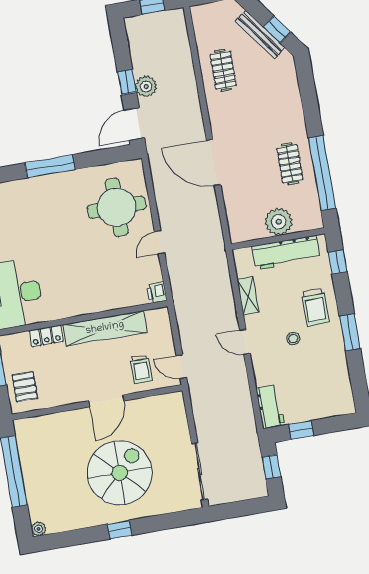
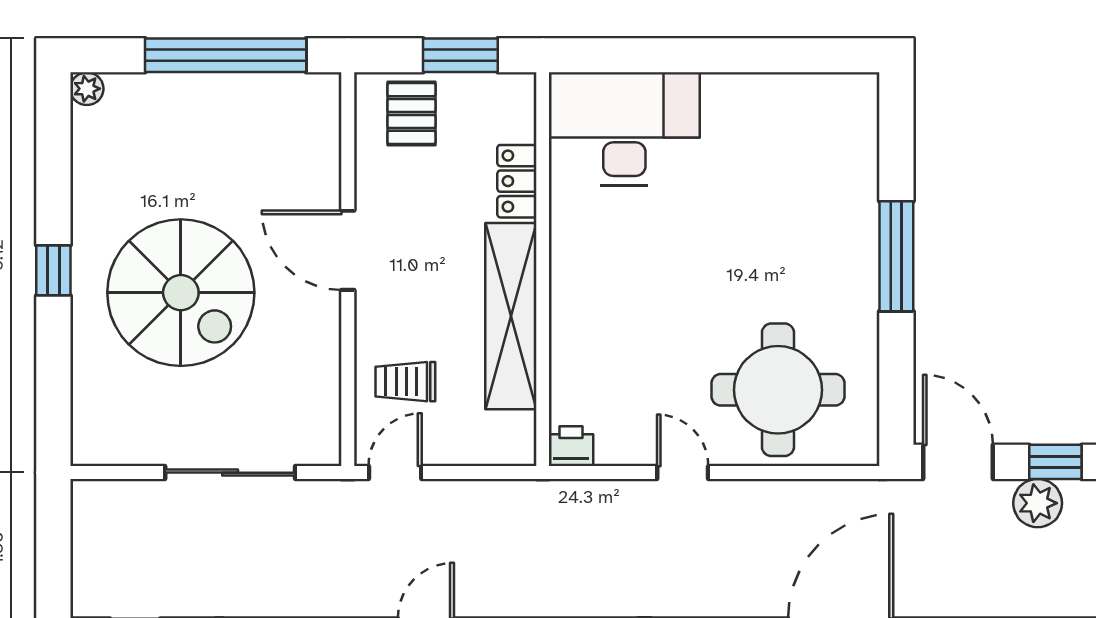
pallet: (25, 387) -> (411, 113), turned 90
door: (106, 401) -> (348, 250), moved
sliding door: (200, 472) -> (230, 473), moved

